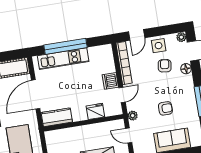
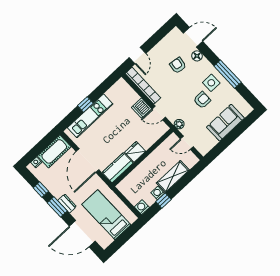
plant: (181, 37) -> (176, 33), removed
window: (65, 46) -> (85, 104), width x0.32
side table: (159, 46) -> (211, 83), moved
door: (122, 95) -> (159, 113), swing flipped
fridge: (95, 111) -> (135, 152), moved

